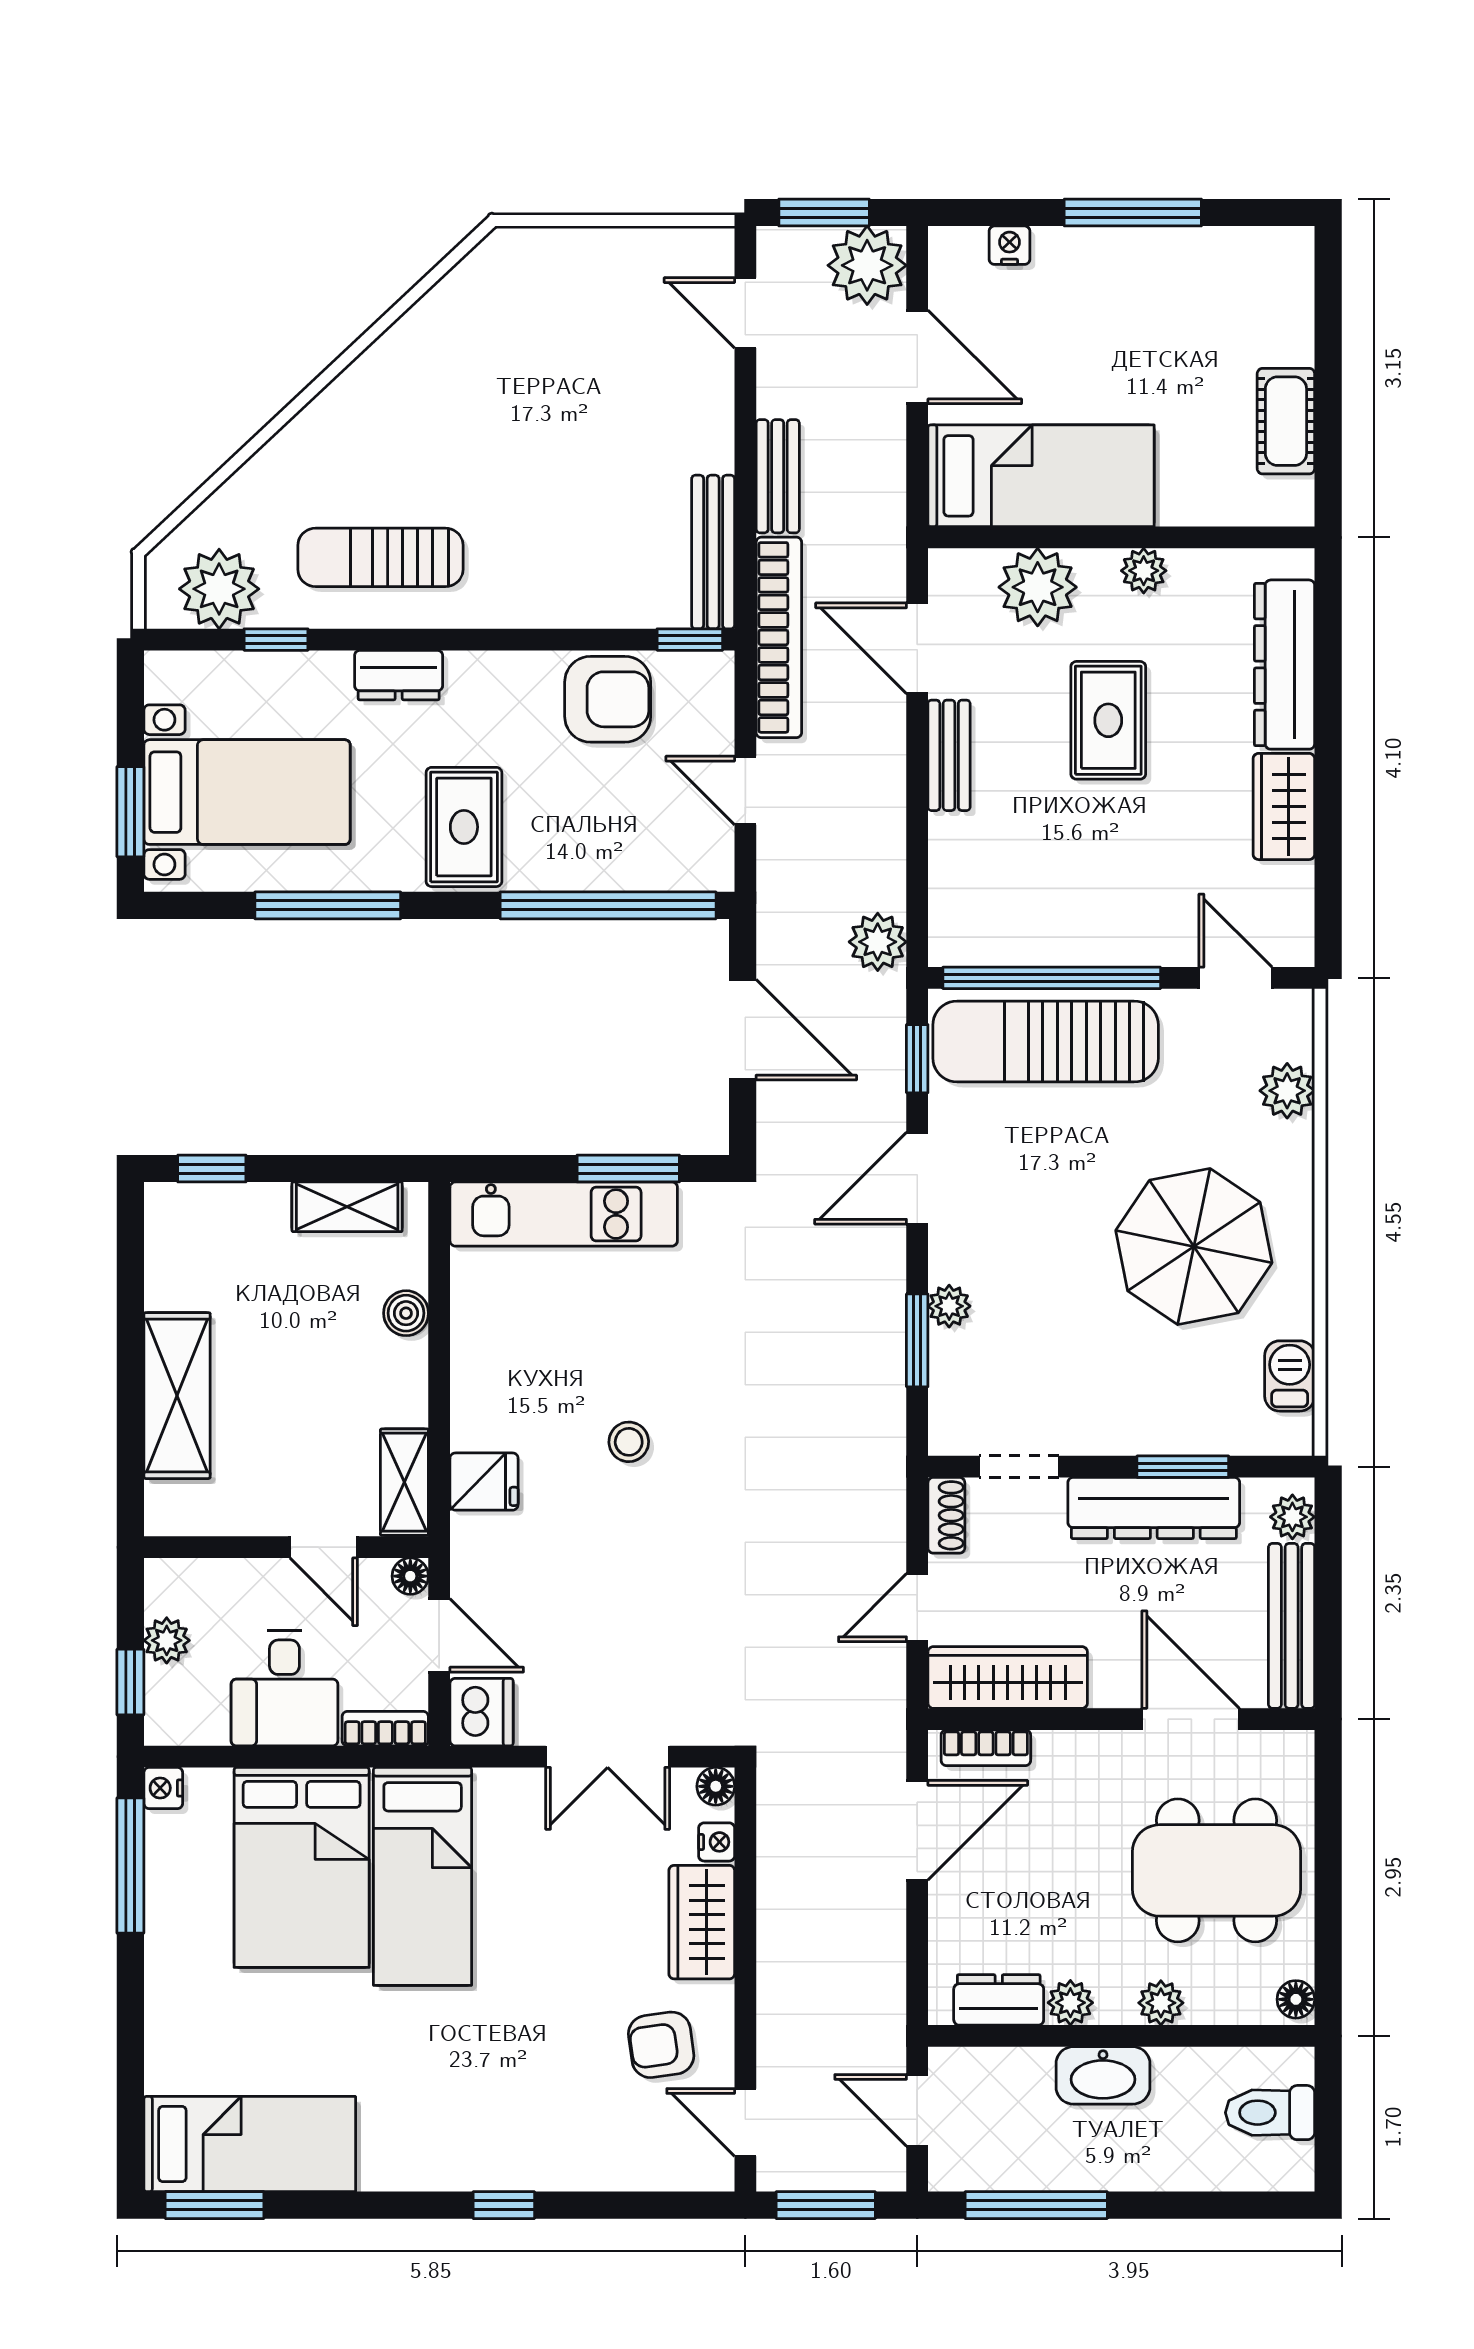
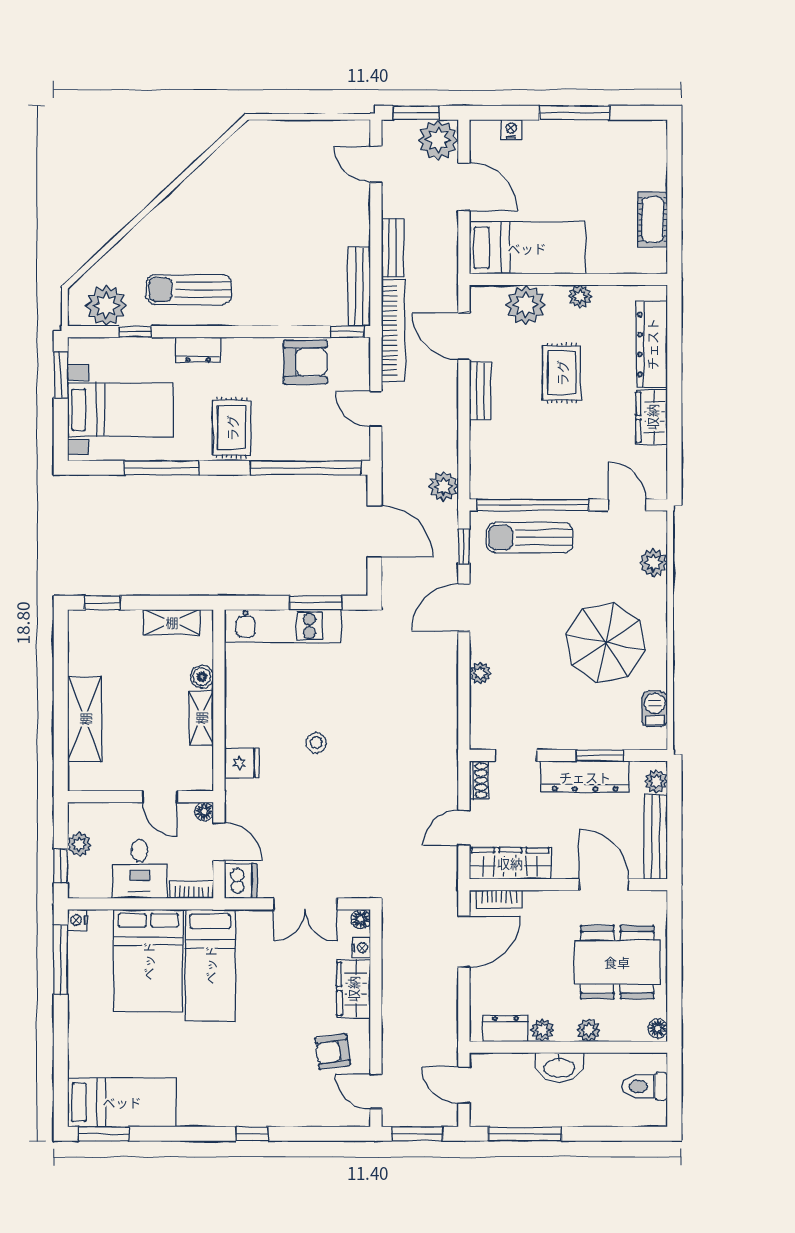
window: (130, 812) -> (61, 375), moved
sun lounger: (1046, 1042) -> (530, 538), width x0.73, depth x0.75
window: (917, 1340) -> (464, 691), removed
shelving: (404, 1482) -> (201, 718), moved

